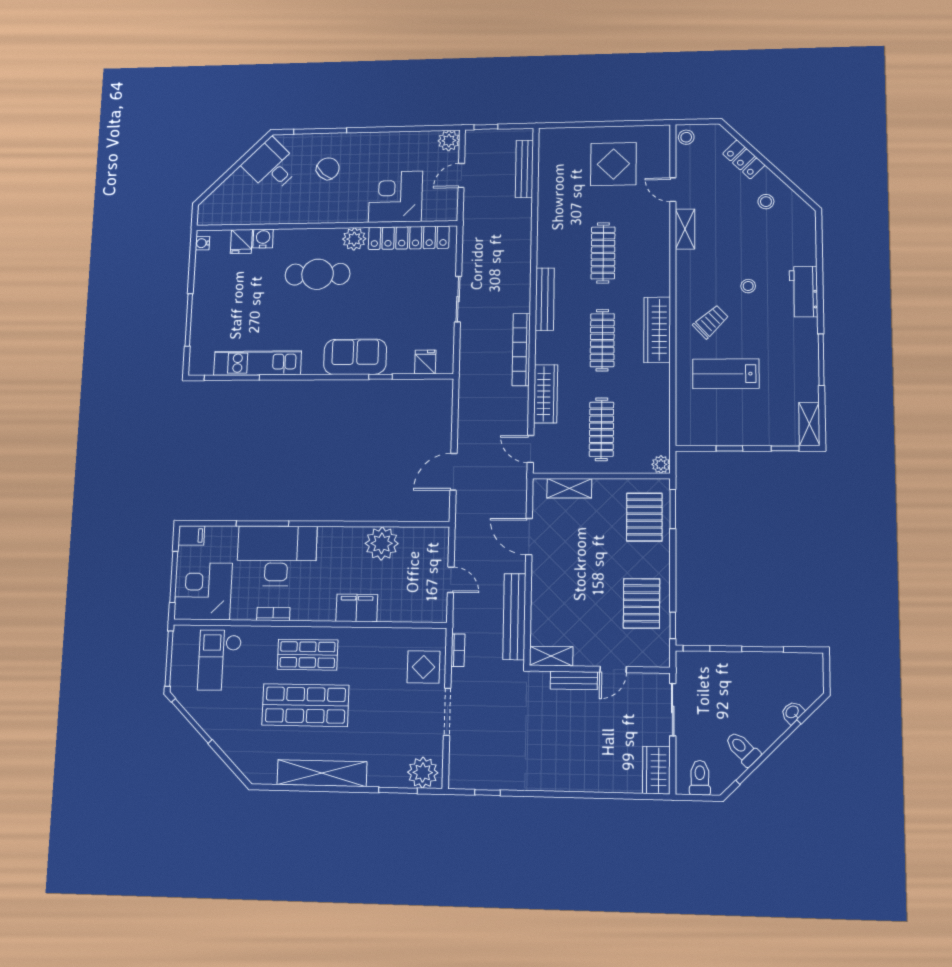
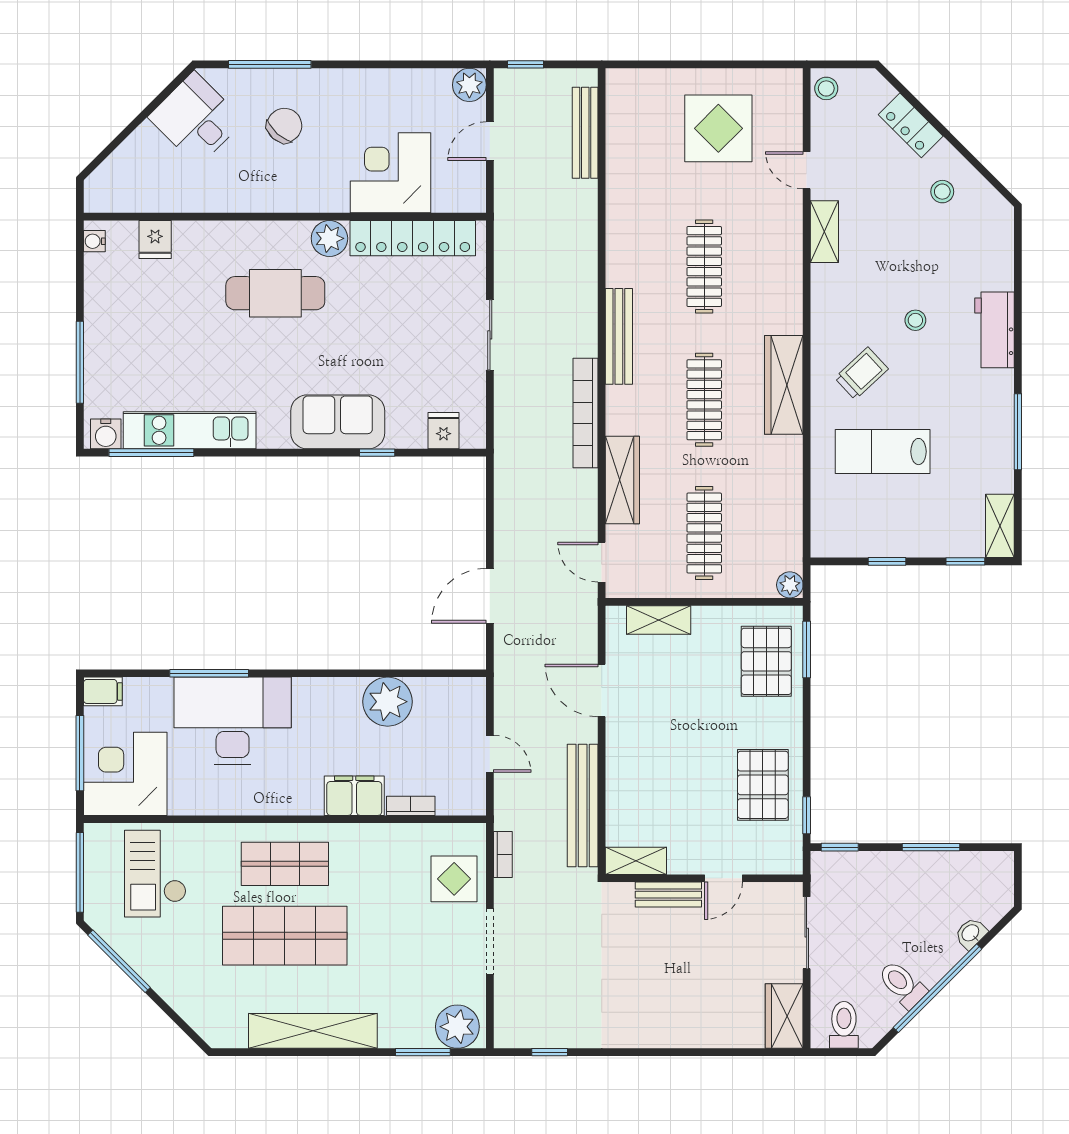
water cooler: (263, 239) -> (106, 434), moved, turned 180
bookcase: (273, 614) -> (411, 806), moved

